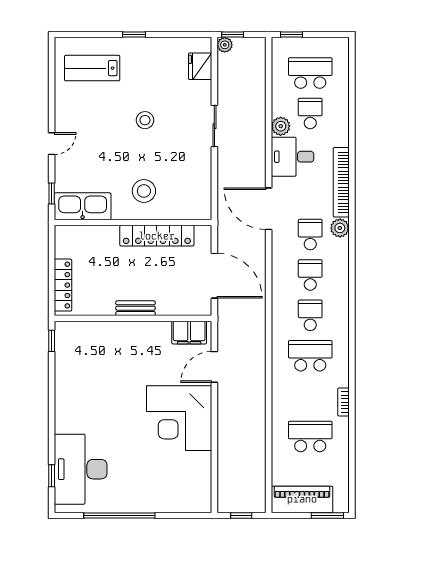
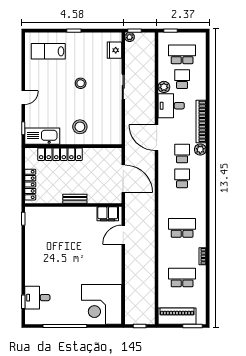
locker: (157, 236) -> (60, 154), moved
school desk: (310, 315) -> (182, 203), removed
corner desk: (179, 418) -> (102, 304), moved
desk: (81, 469) -> (37, 298), width x0.53, depth x0.77

